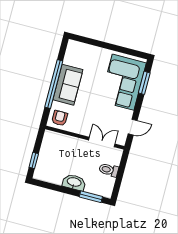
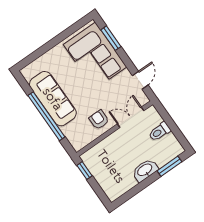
sofa: (68, 85) -> (53, 99), width x1.36
armchair: (60, 118) -> (99, 120), moved
window: (34, 161) -> (84, 171), moved

